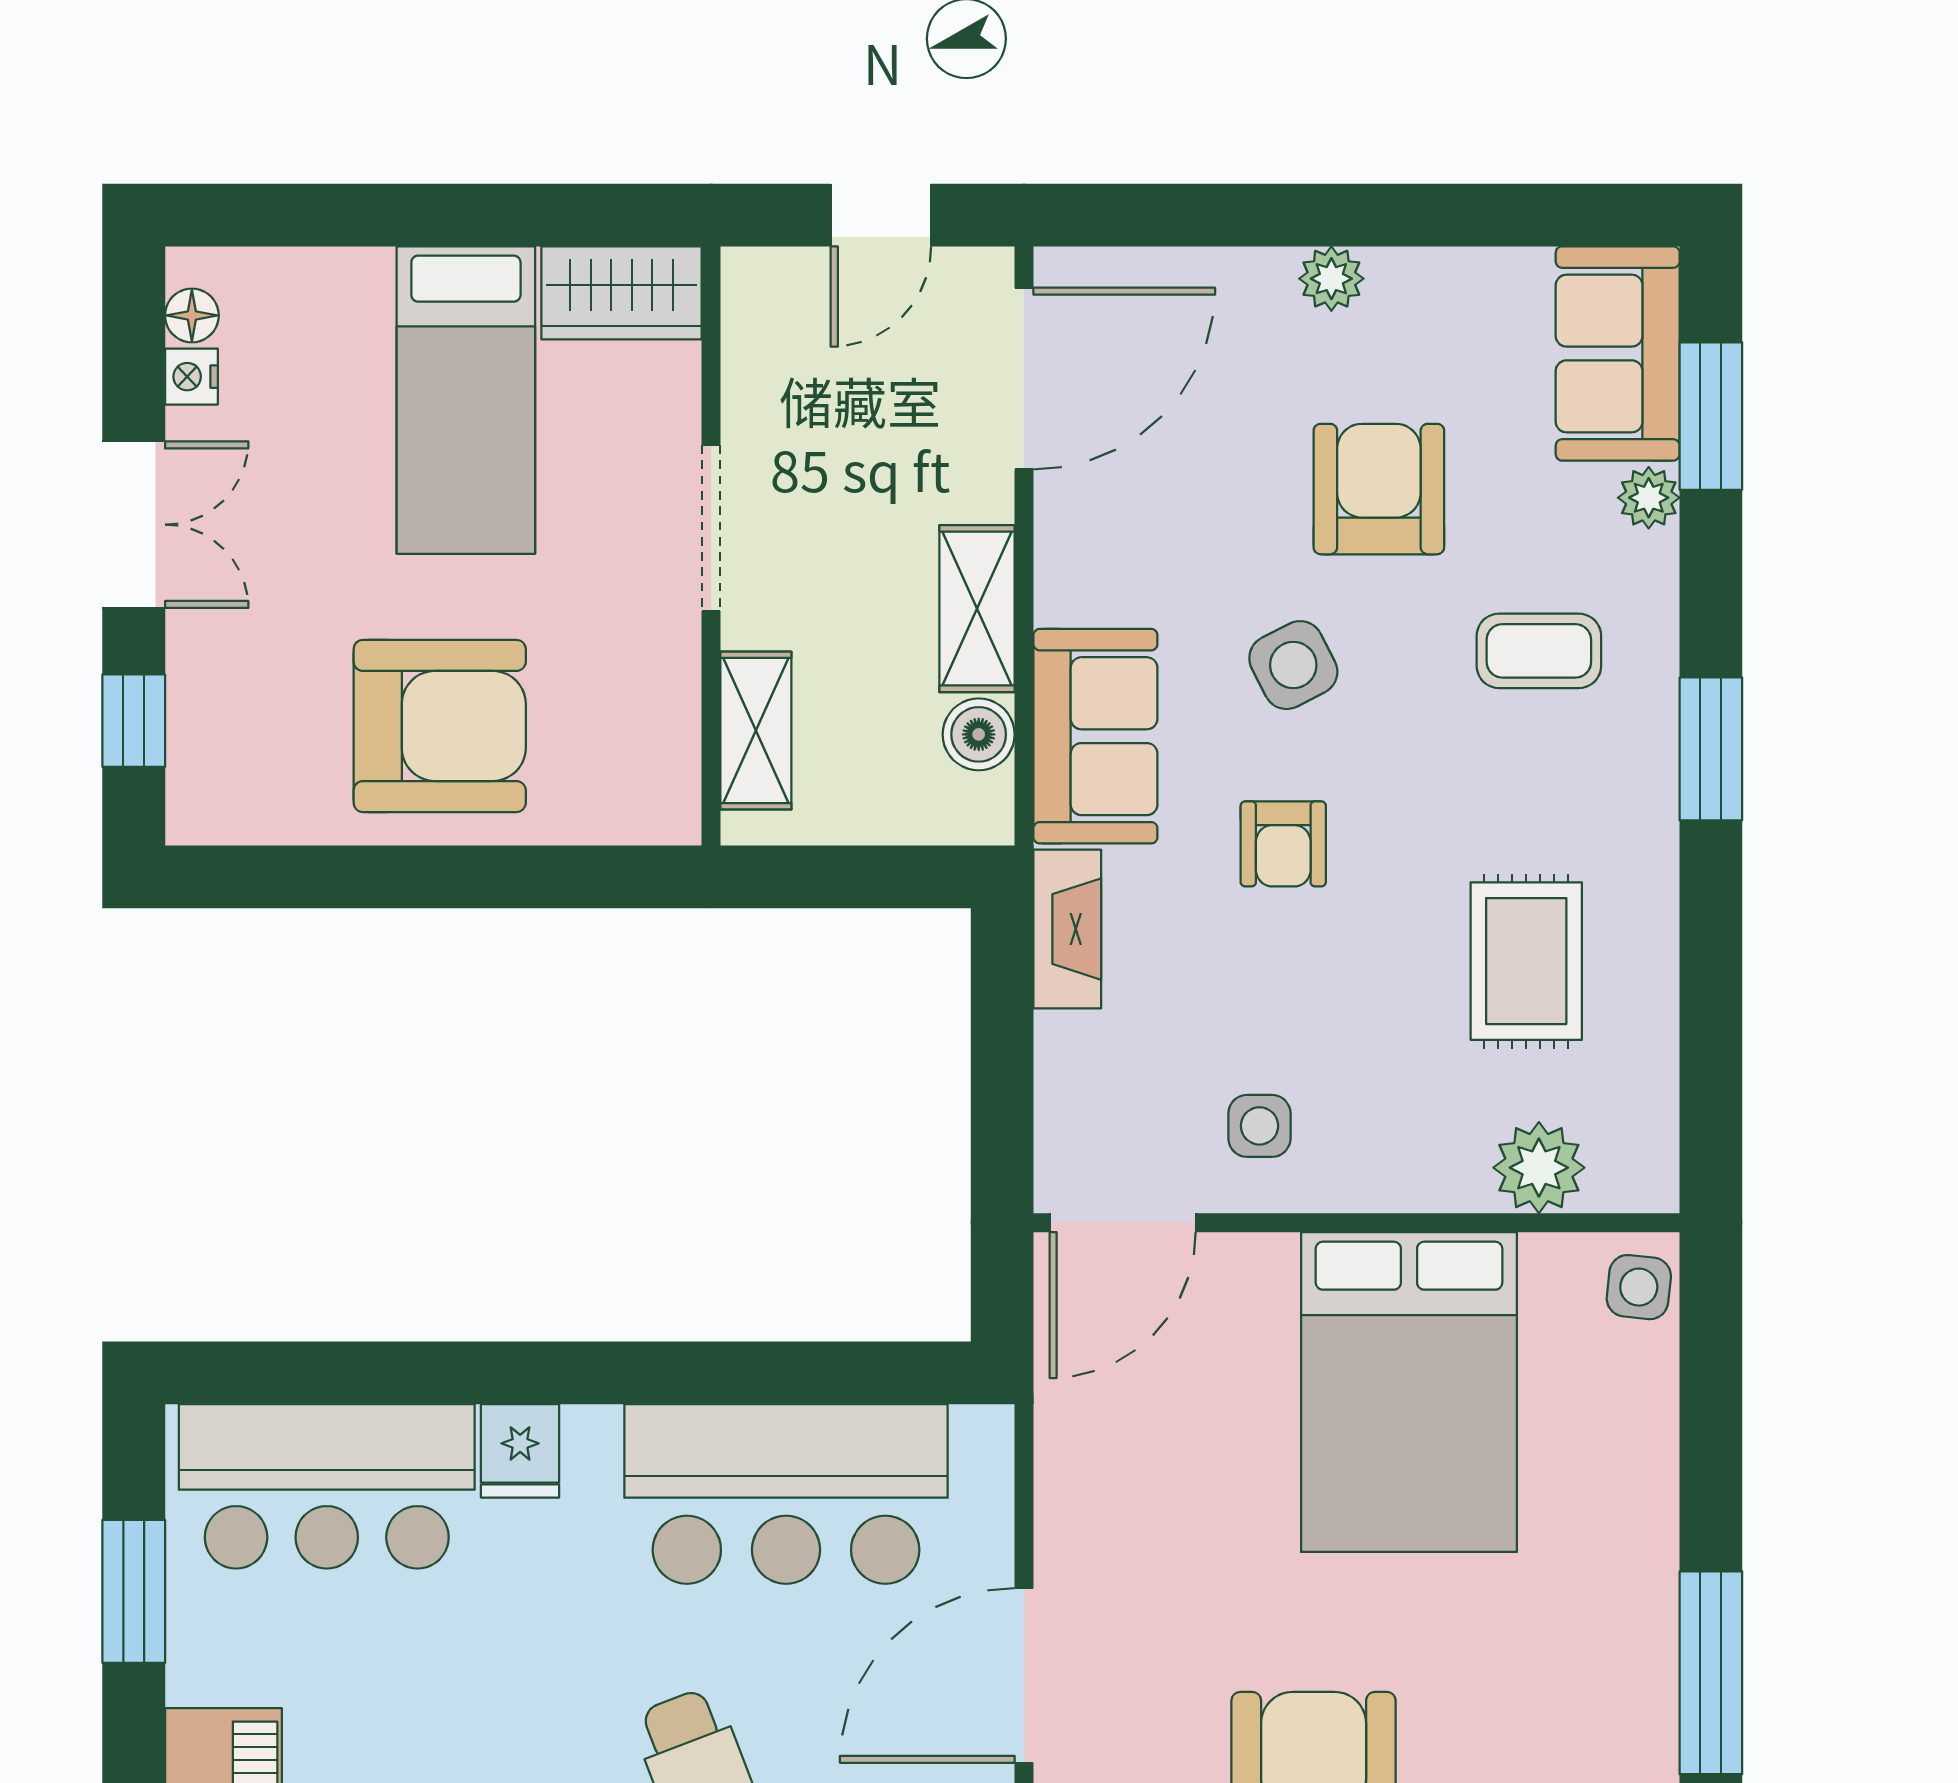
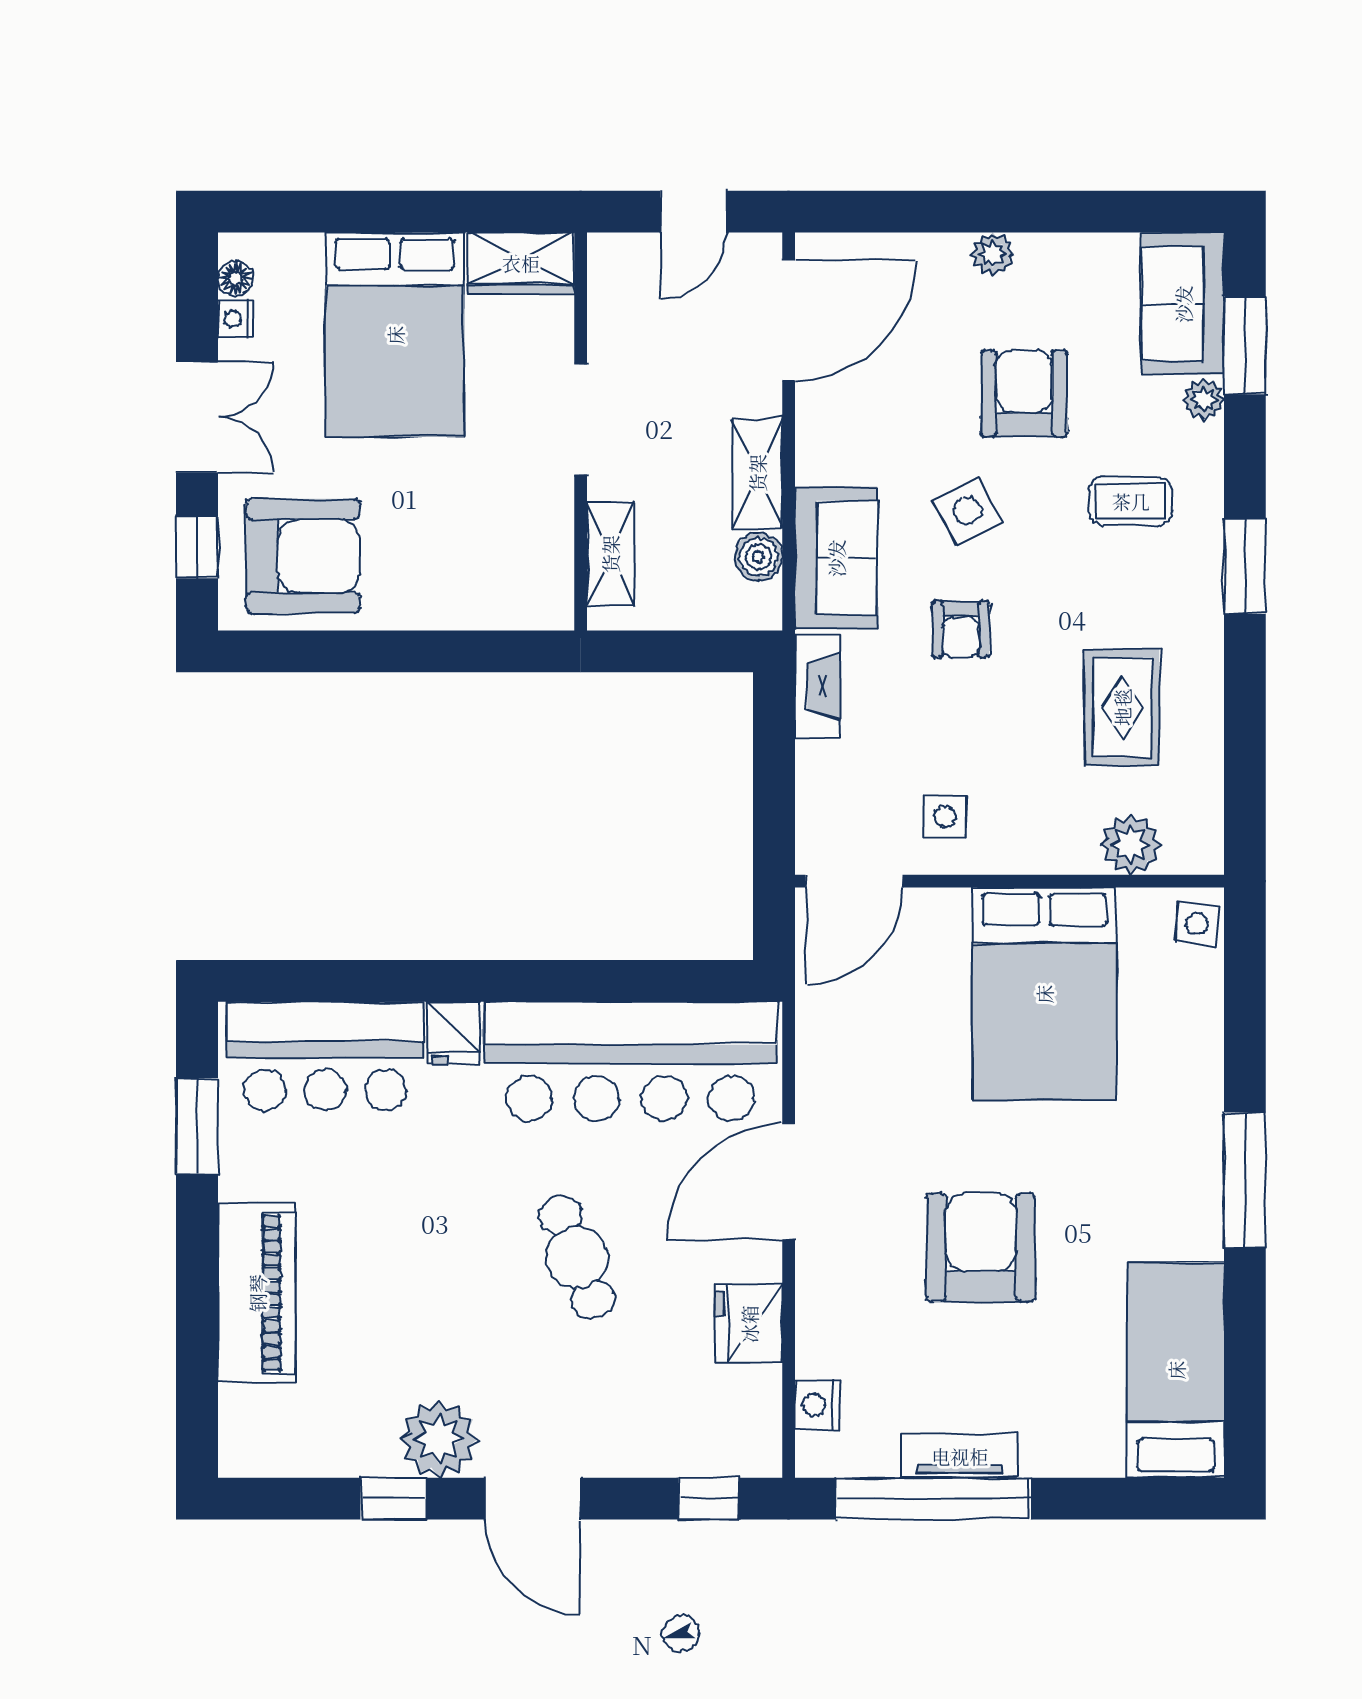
bed: (466, 400) -> (395, 335), width x1.50
armchair: (440, 726) -> (303, 556), moved
bar counter: (786, 1494) -> (630, 1061), width x1.36

